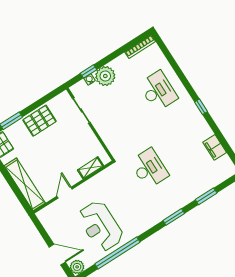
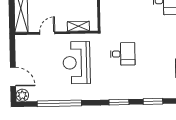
desk: (149, 168) -> (123, 54), width x0.73
reception desk: (100, 226) -> (77, 63), moved

